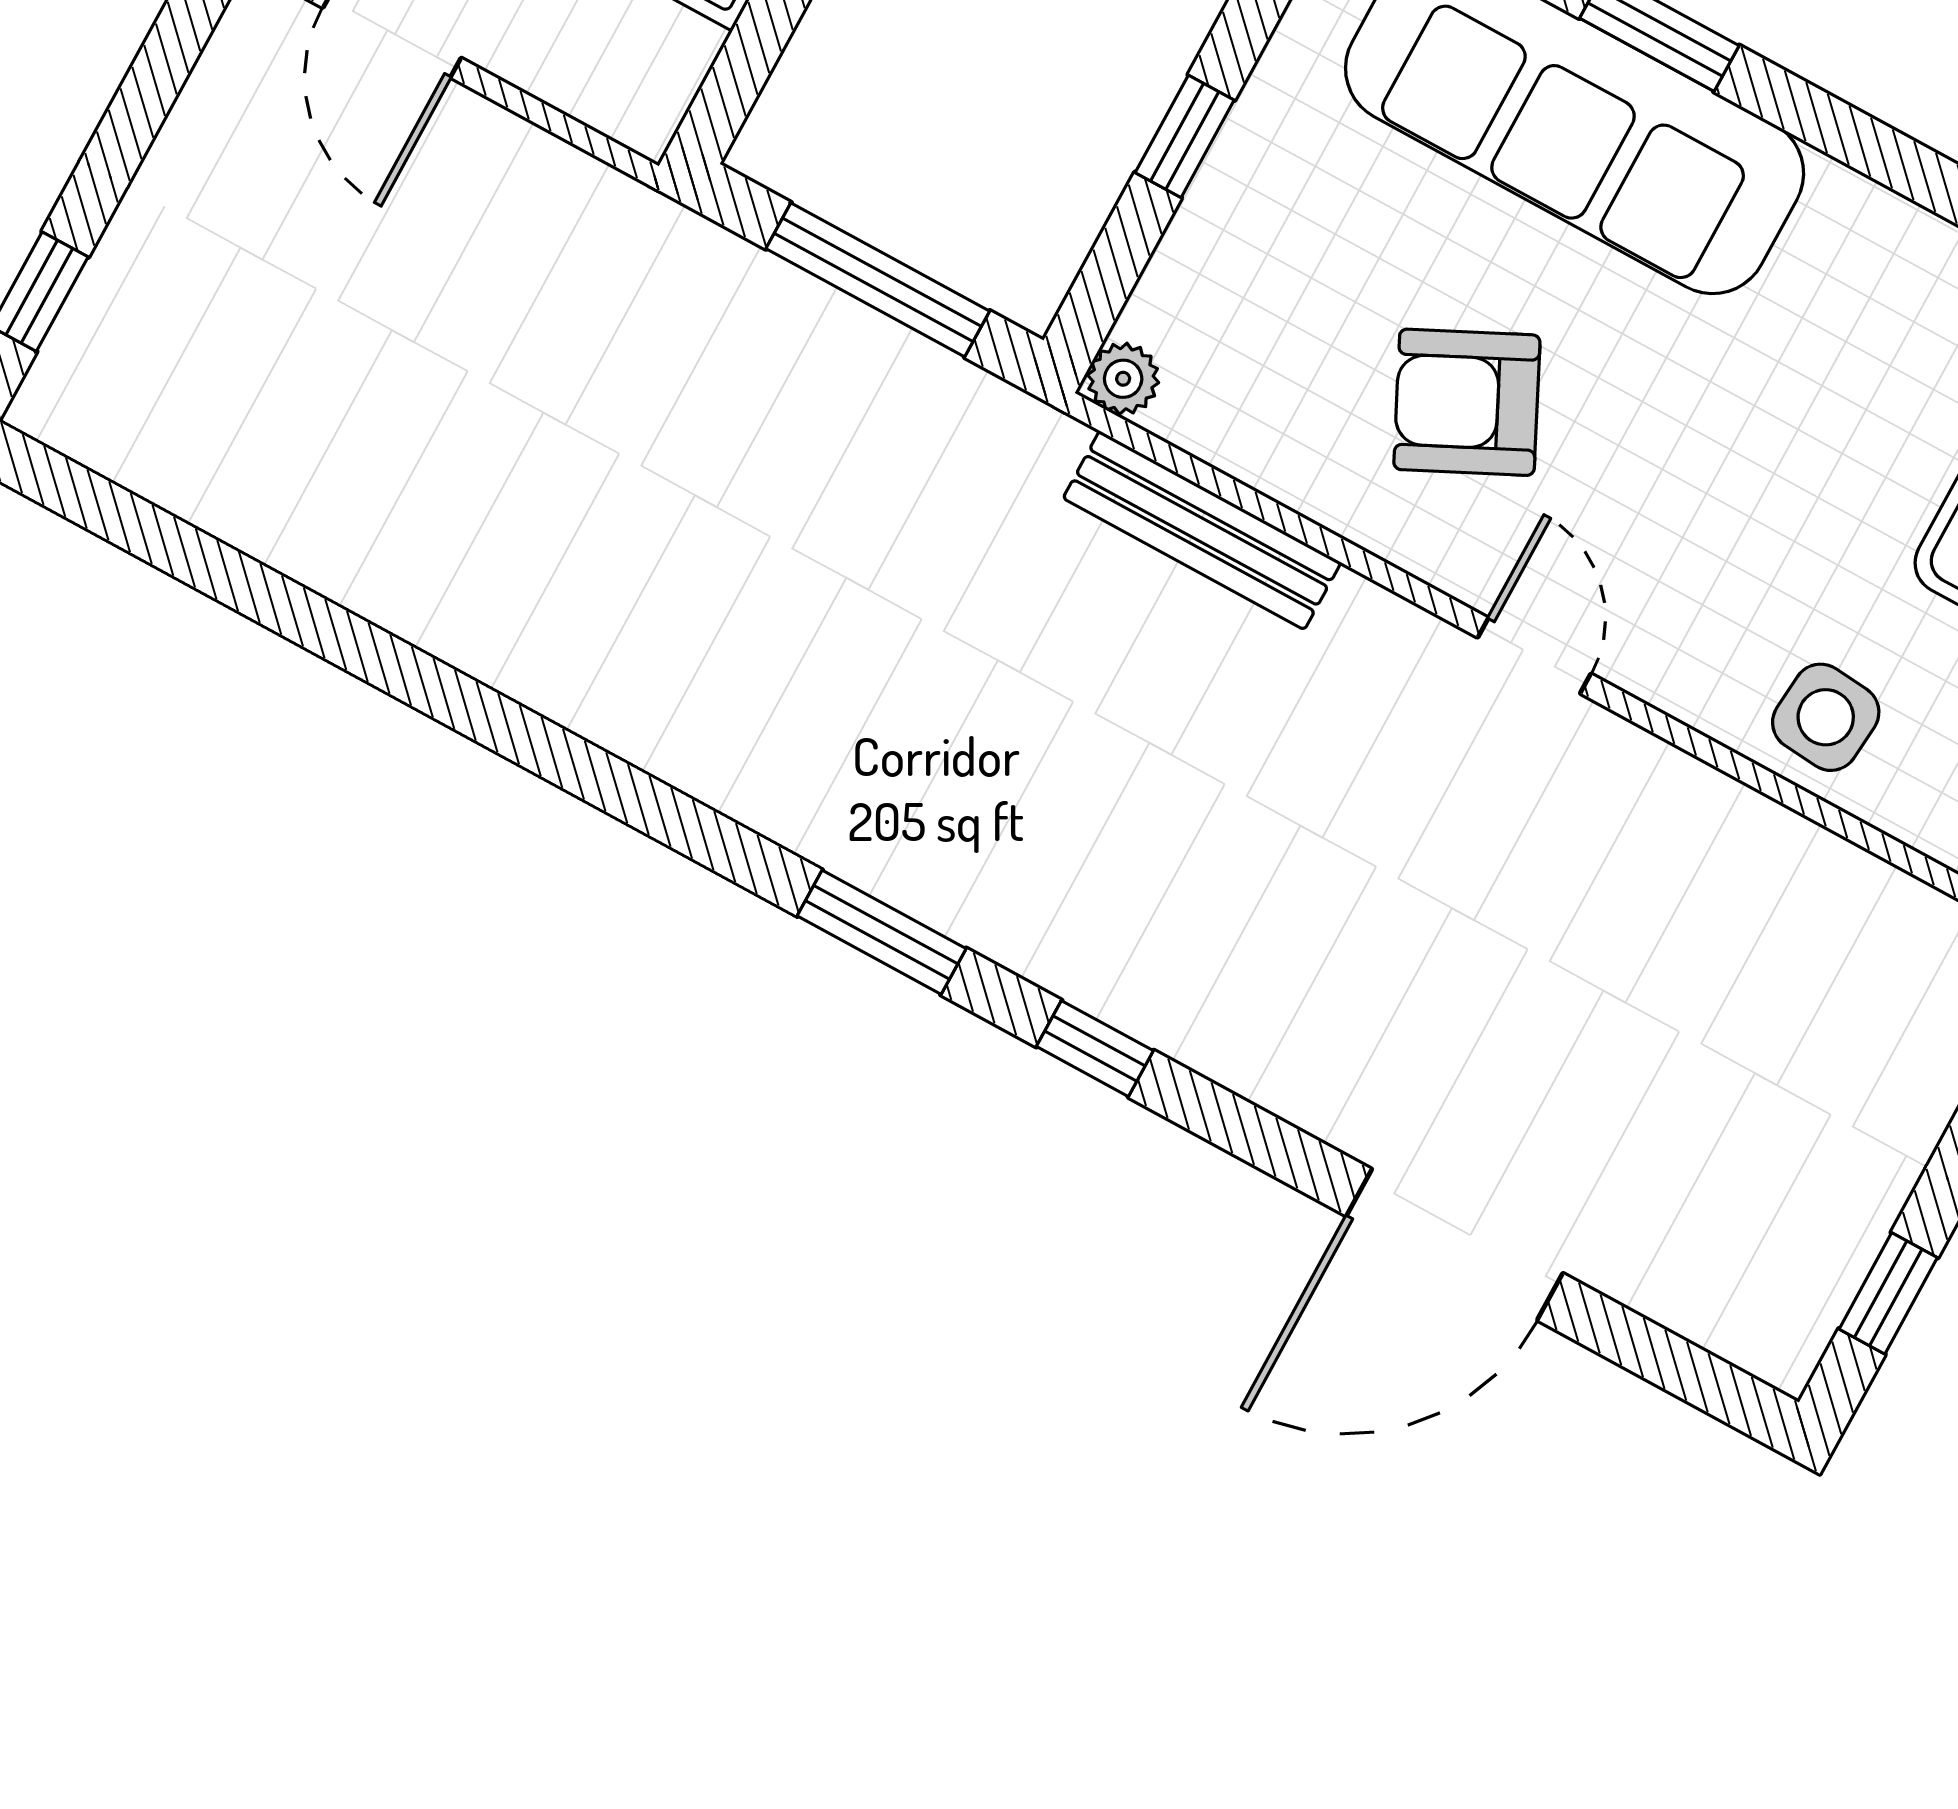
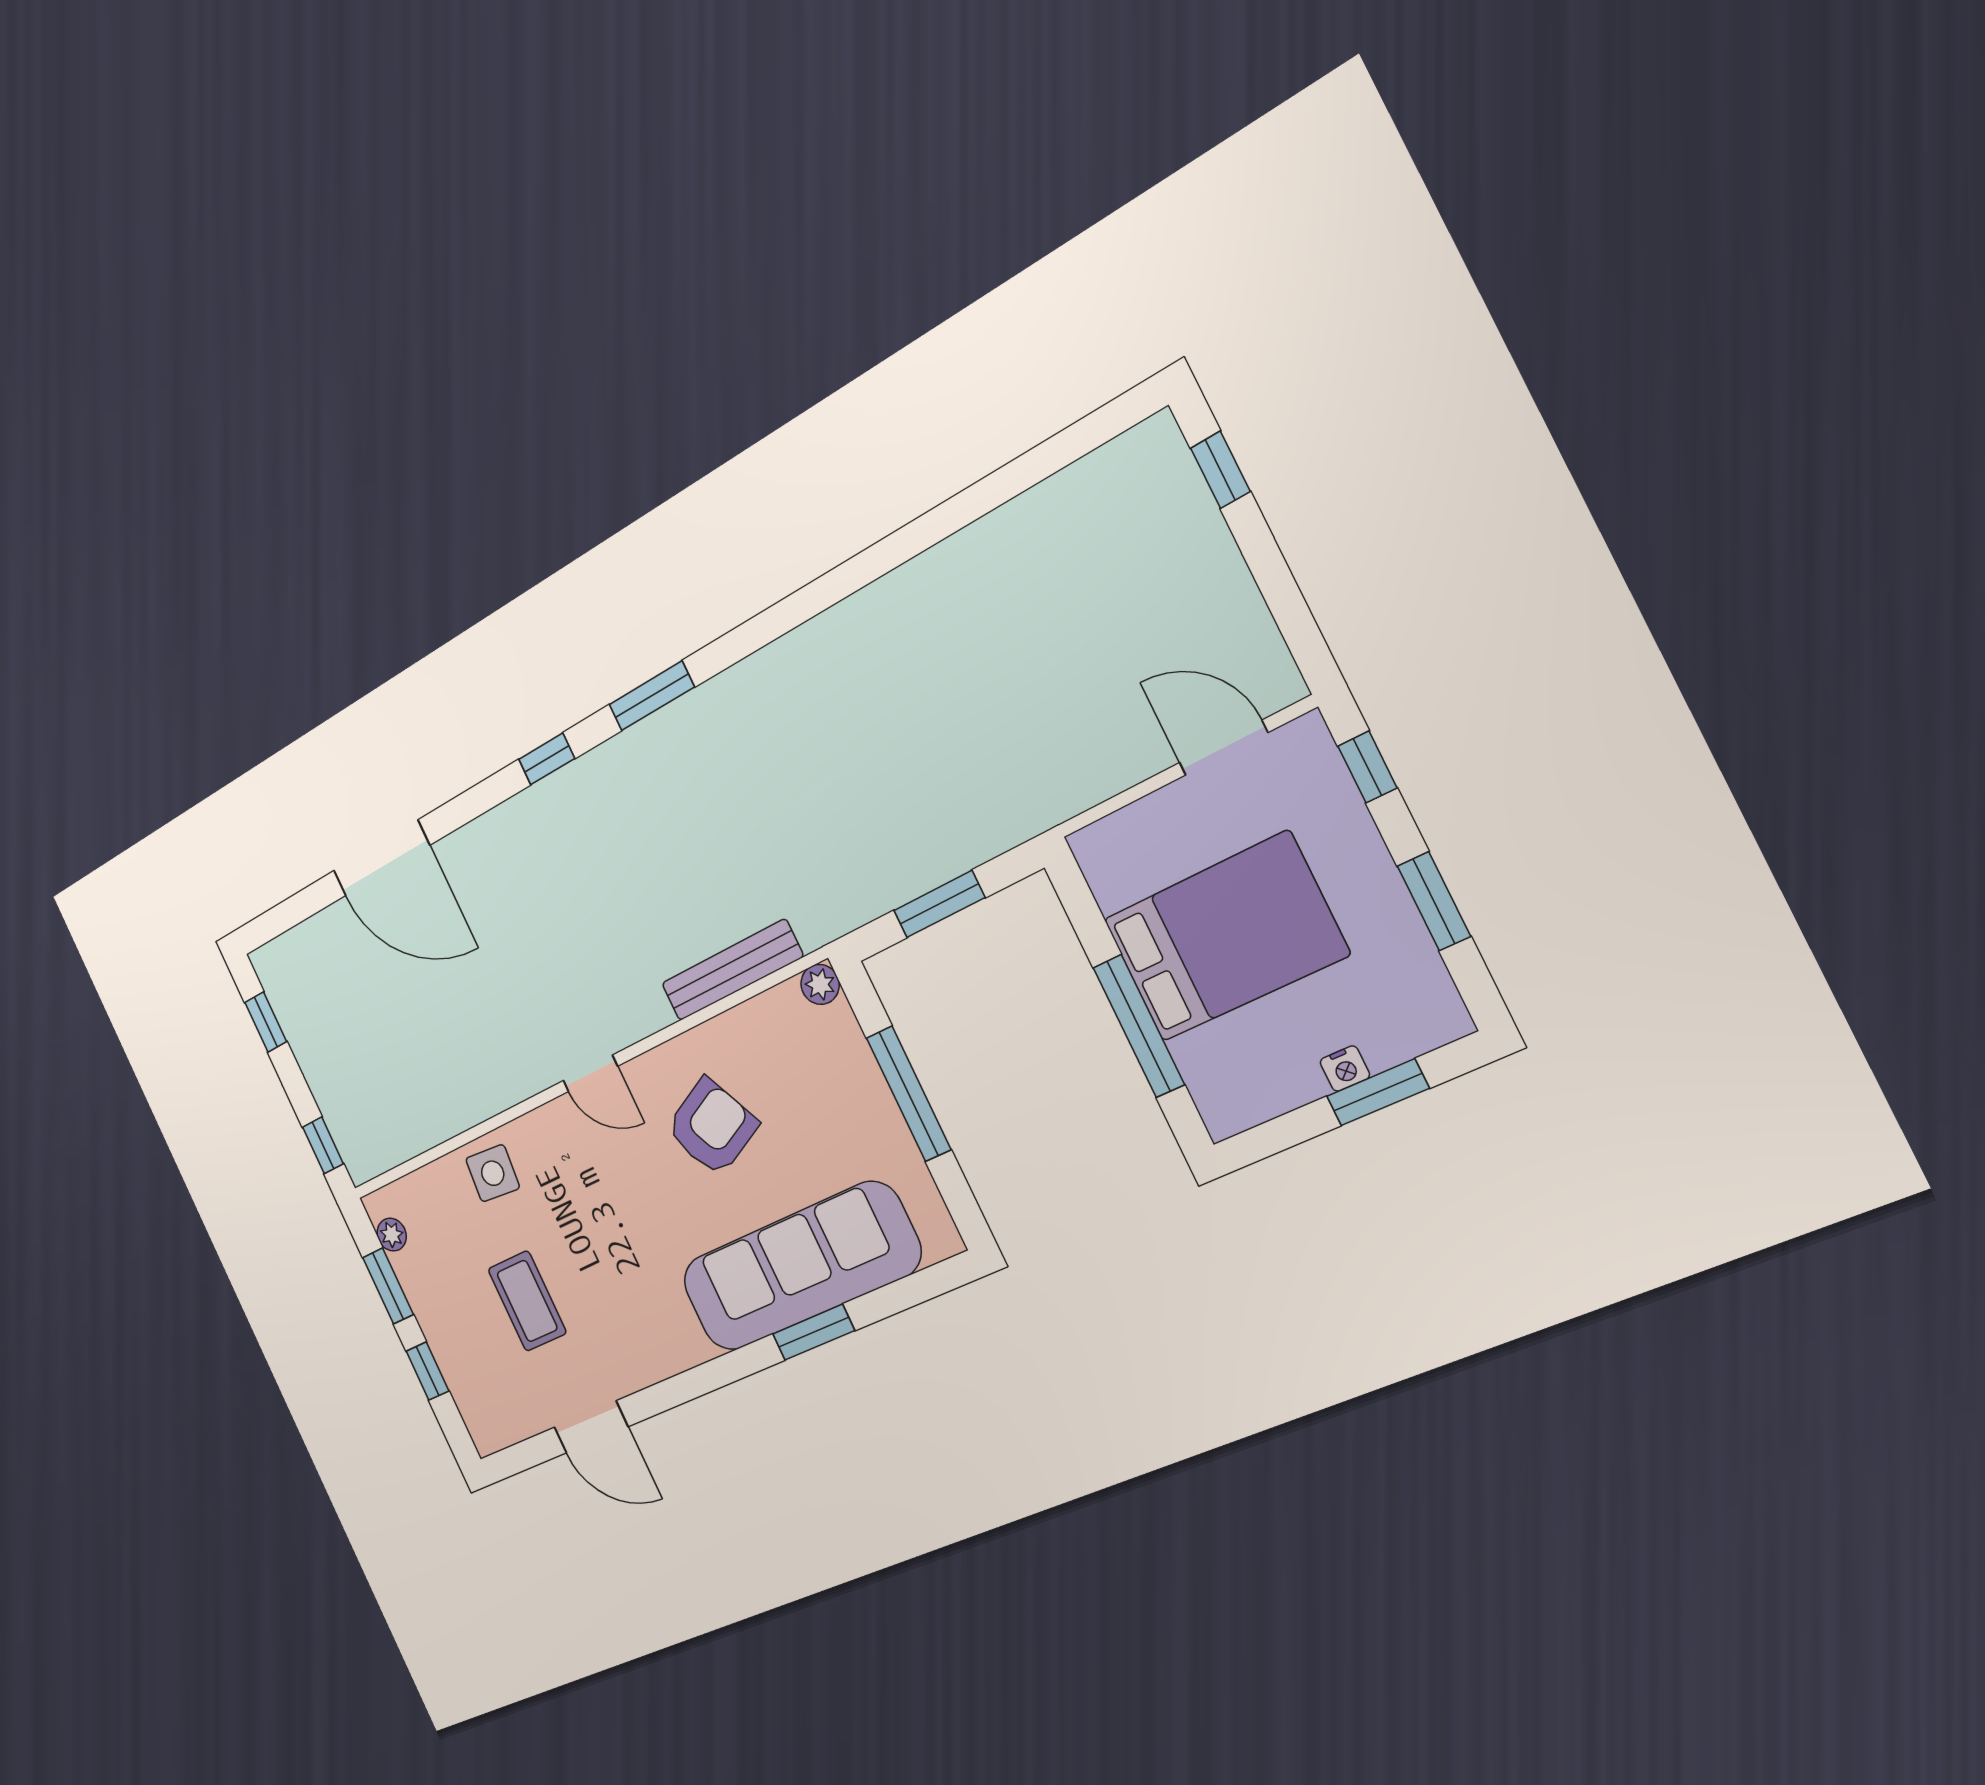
window: (1185, 136) -> (909, 1094), width x2.17
window: (878, 280) -> (939, 904), width x0.69
door: (1455, 1245) -> (381, 858), swing flipped

